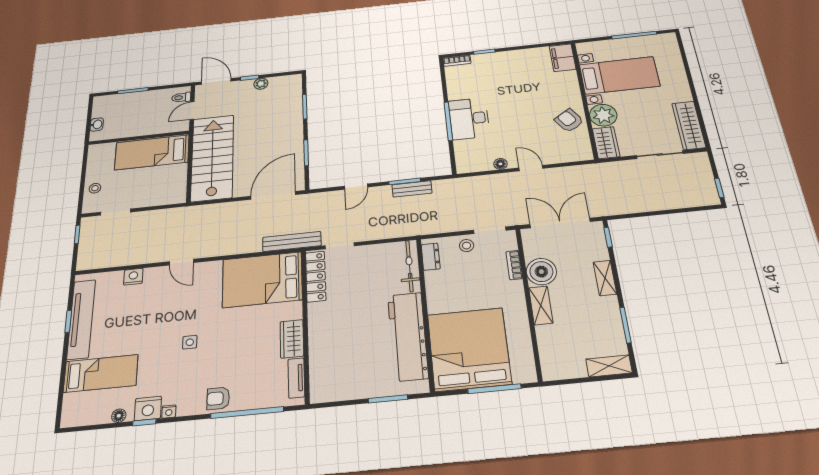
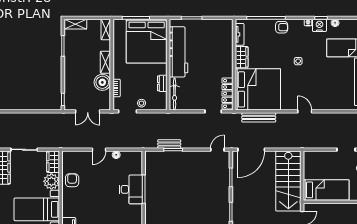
armchair: (569, 121) -> (72, 180), turned -146
door: (531, 168) -> (99, 150), hinge flipped
door: (356, 187) -> (217, 150), moved
double door: (560, 223) -> (88, 111), width x0.73
bench: (292, 241) -> (259, 117), moved
dresser: (431, 257) -> (162, 83), moved
nightstand: (133, 277) -> (332, 105), removed
shelving: (605, 278) -> (106, 29), moved
bed: (262, 280) -> (258, 89), width x1.36

